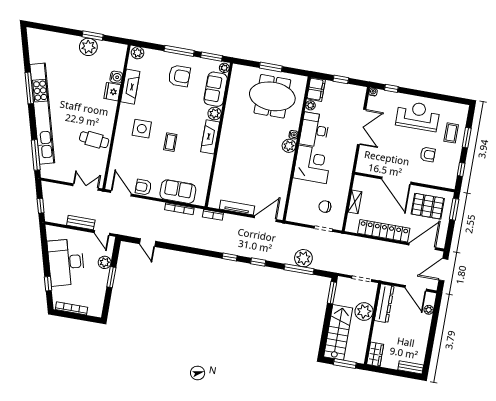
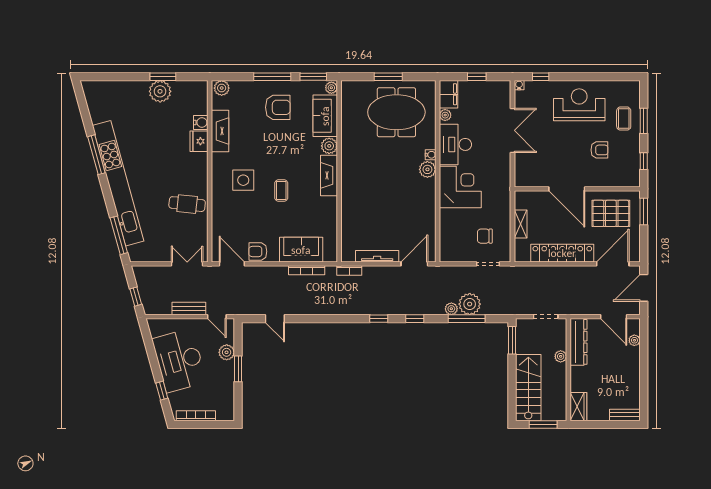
plant: (288, 259) -> (451, 309), added
plant: (364, 311) -> (561, 356), width x0.53, depth x0.53

